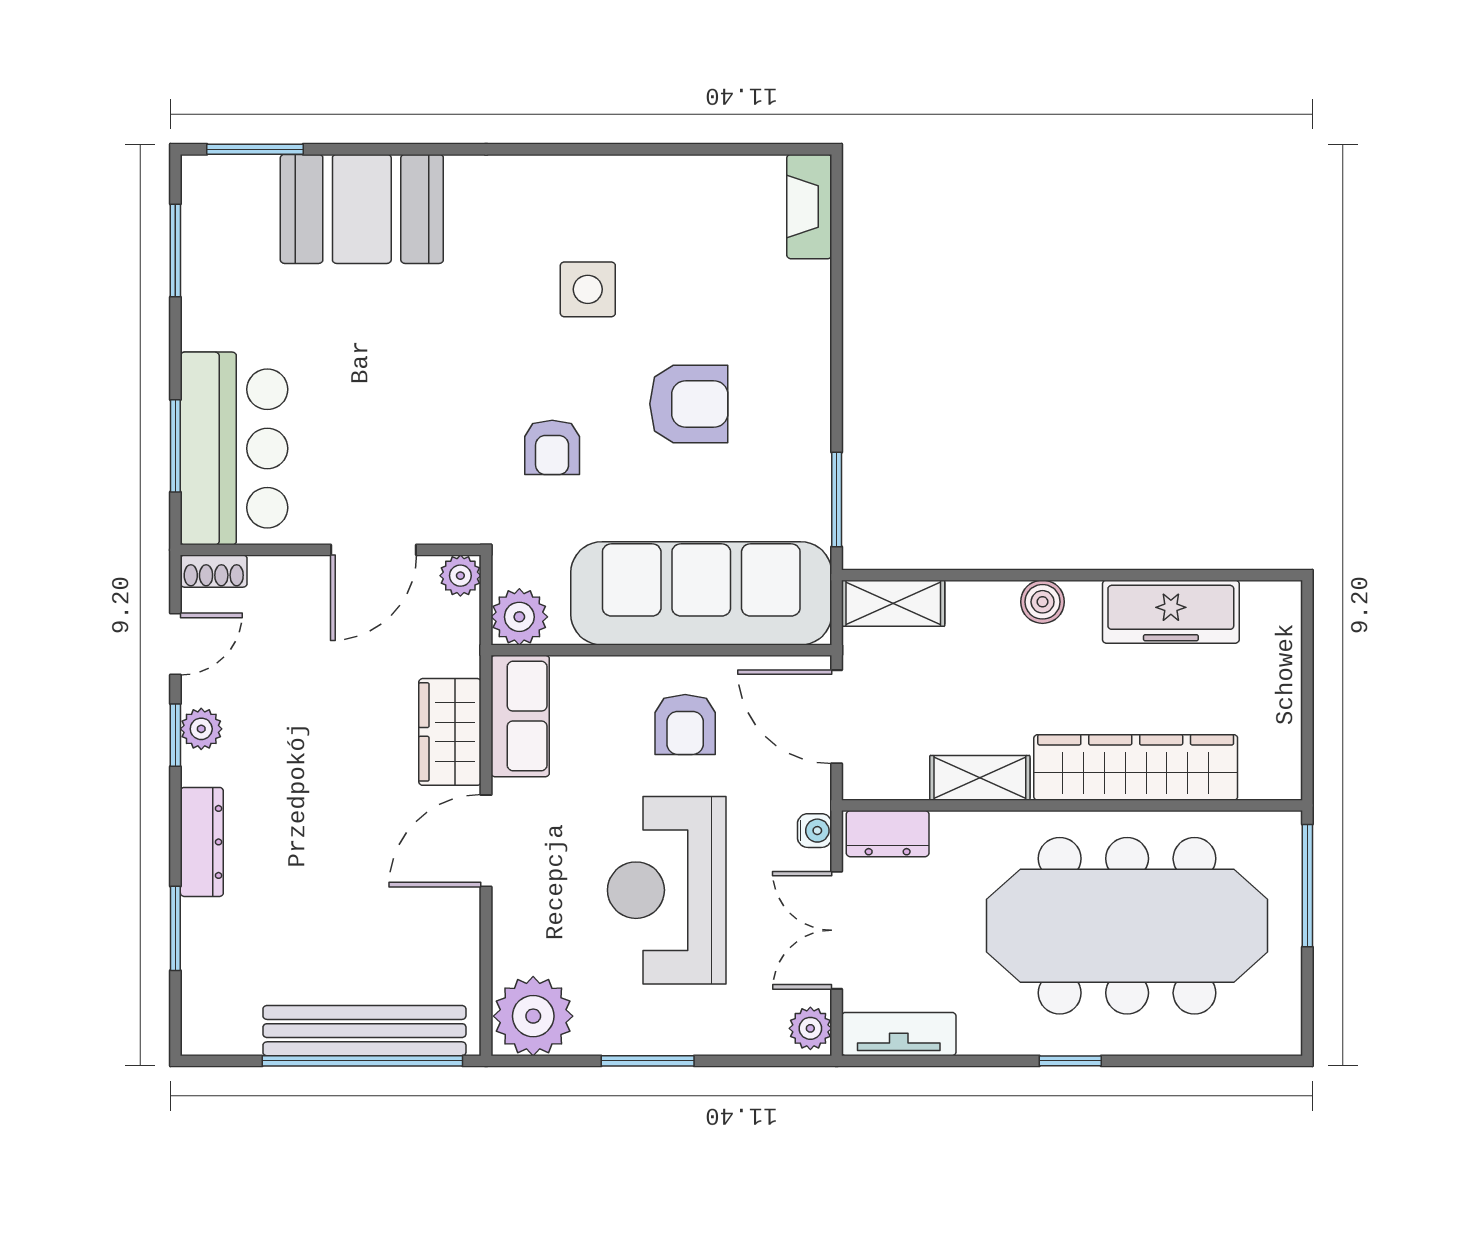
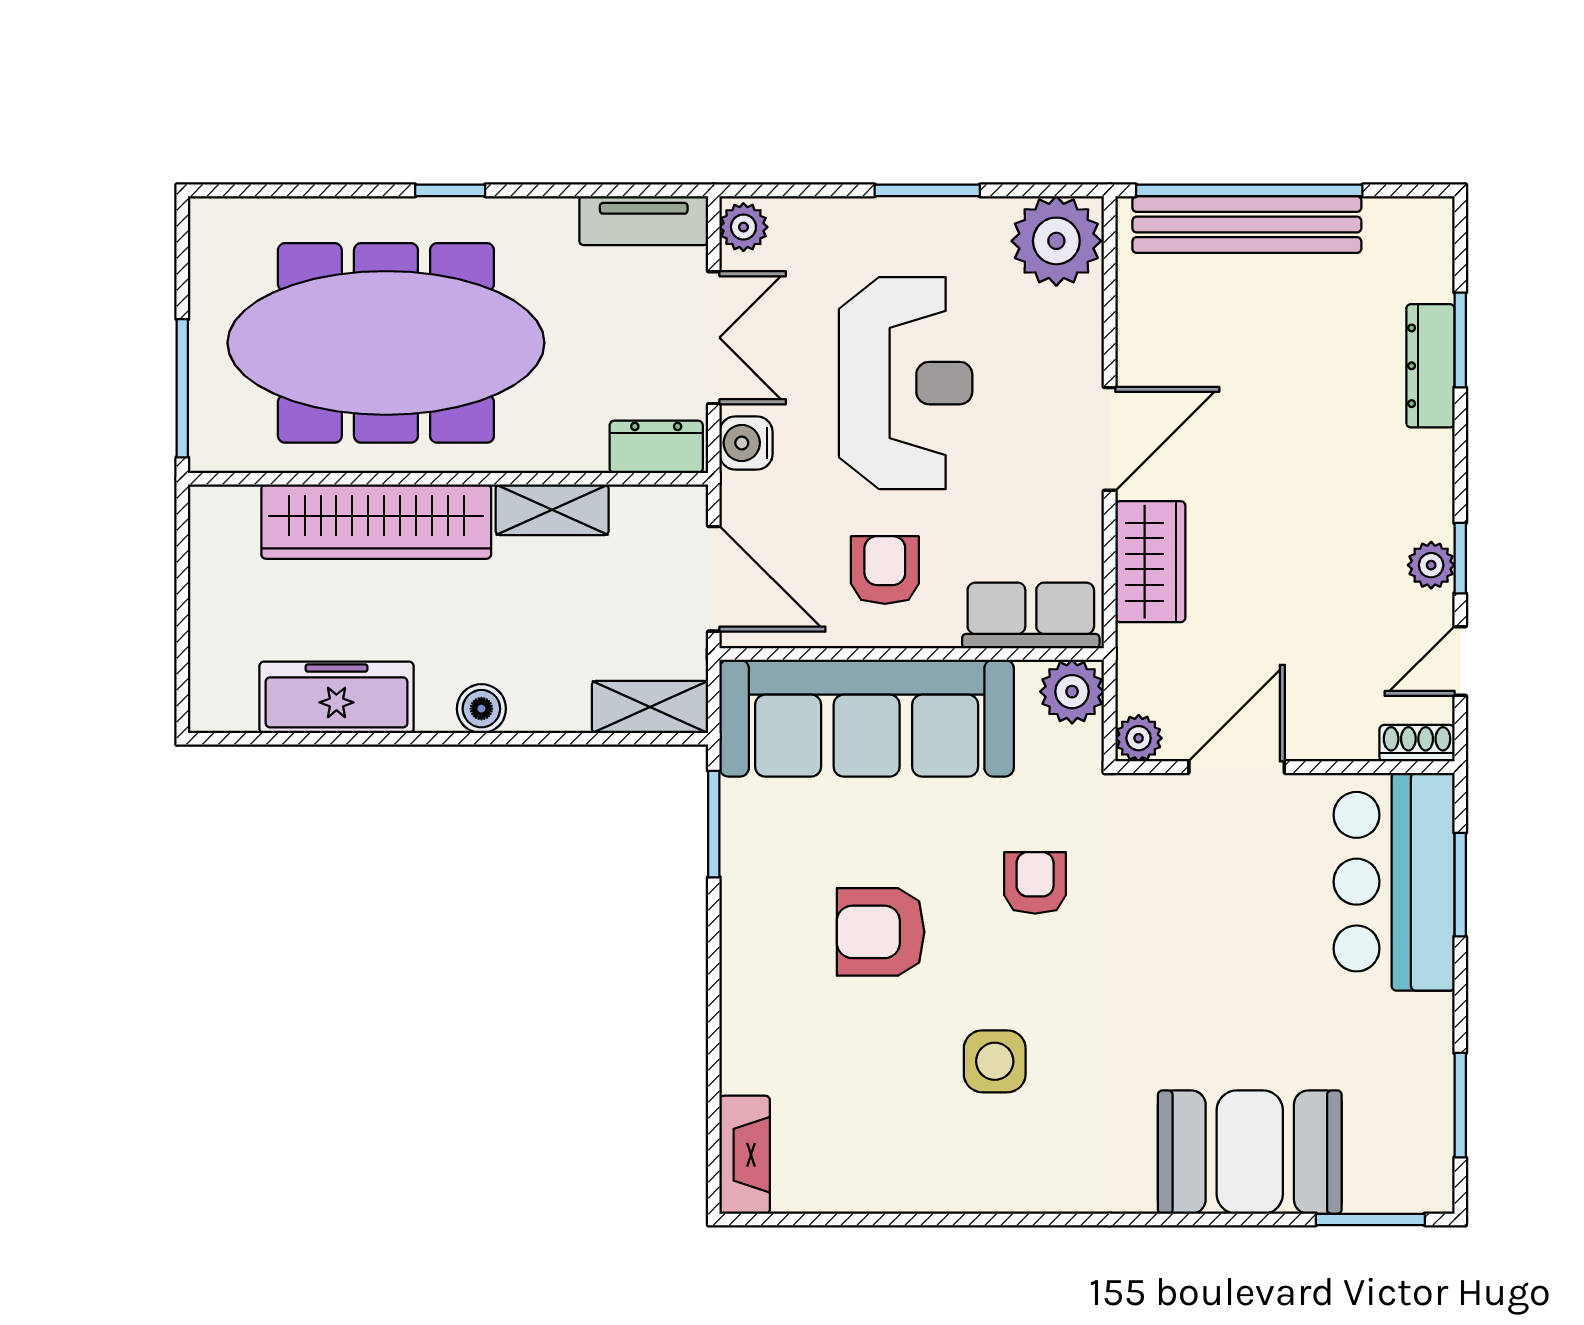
row of seats: (520, 716) -> (1031, 615), moved, turned 90
water cooler: (815, 831) -> (746, 443), width x1.38, depth x1.38
dresser: (202, 842) -> (1430, 366), moved

